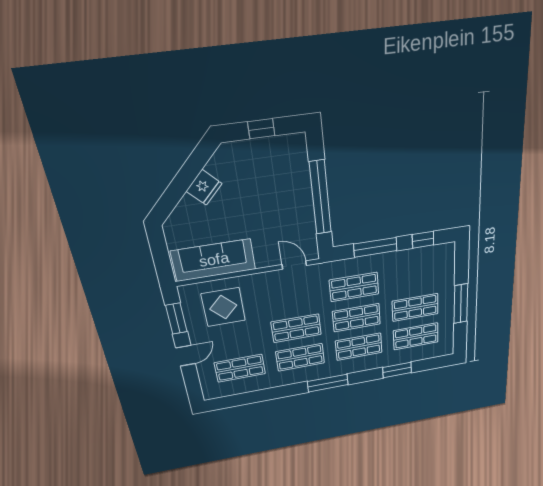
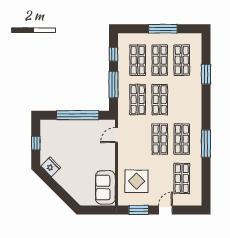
fridge: (204, 187) -> (51, 167), moved
sofa: (214, 260) -> (105, 187), width x0.73
shop shelf: (359, 347) -> (138, 60), moved
door: (186, 356) -> (165, 210), hinge flipped
window: (328, 383) -> (206, 144), moved

